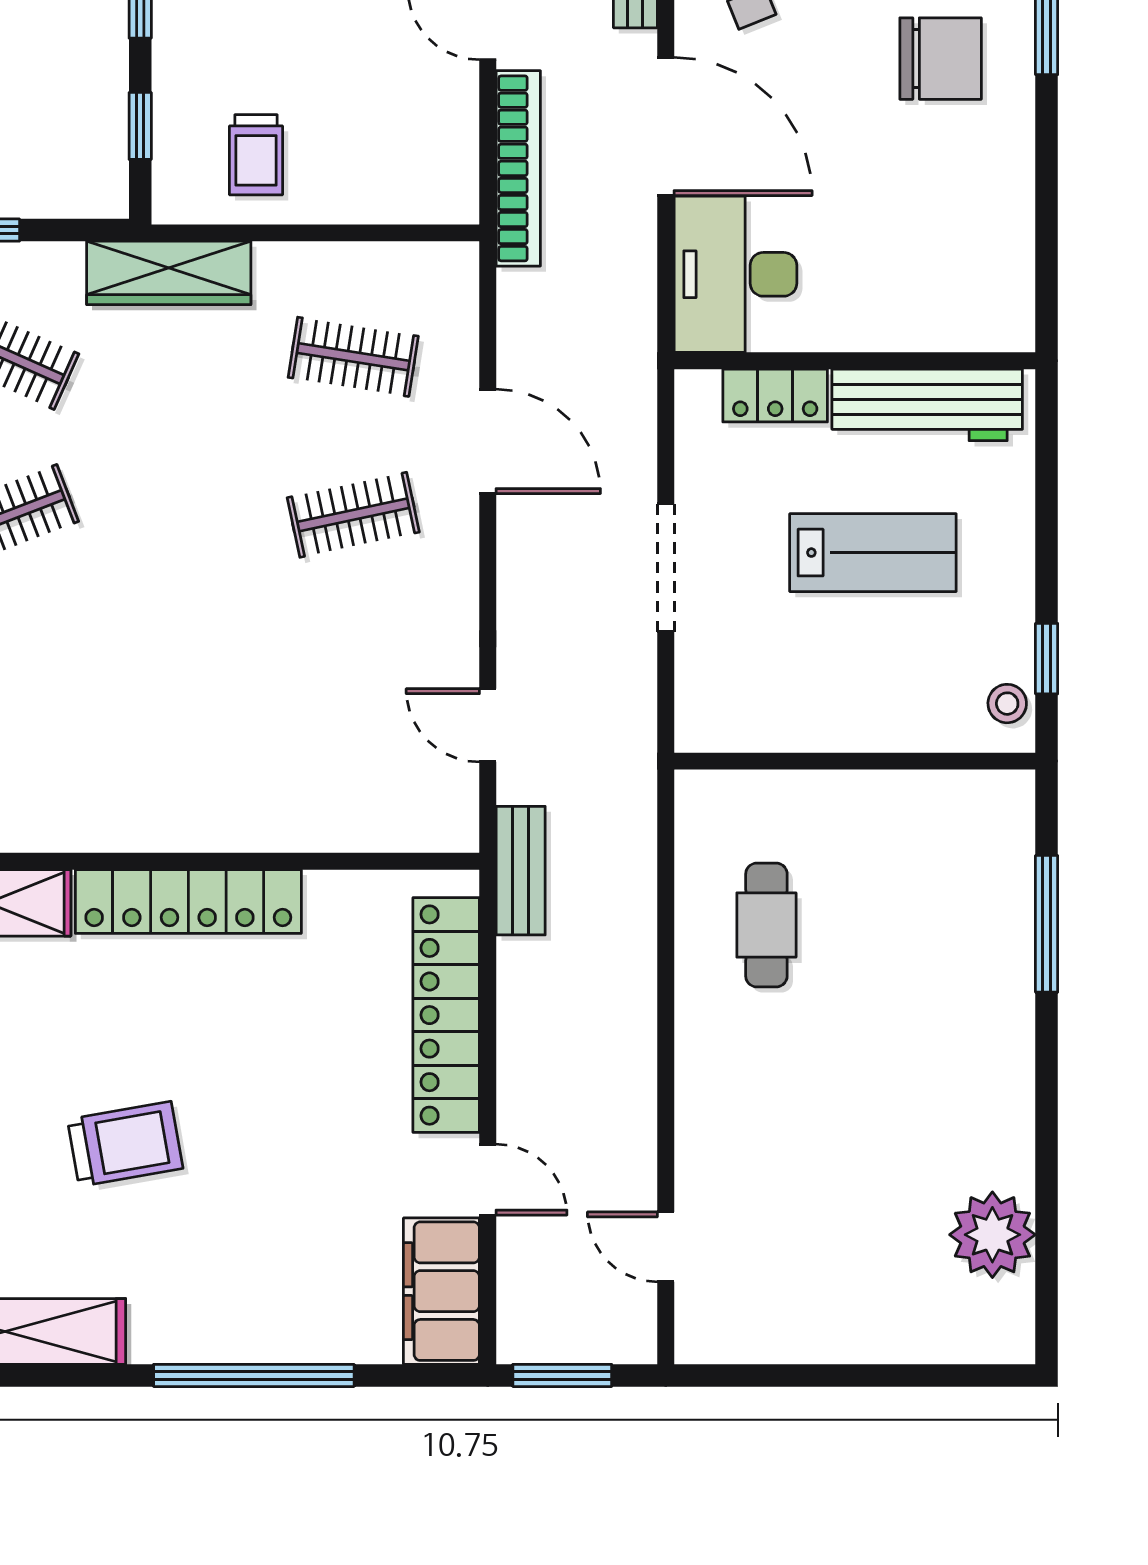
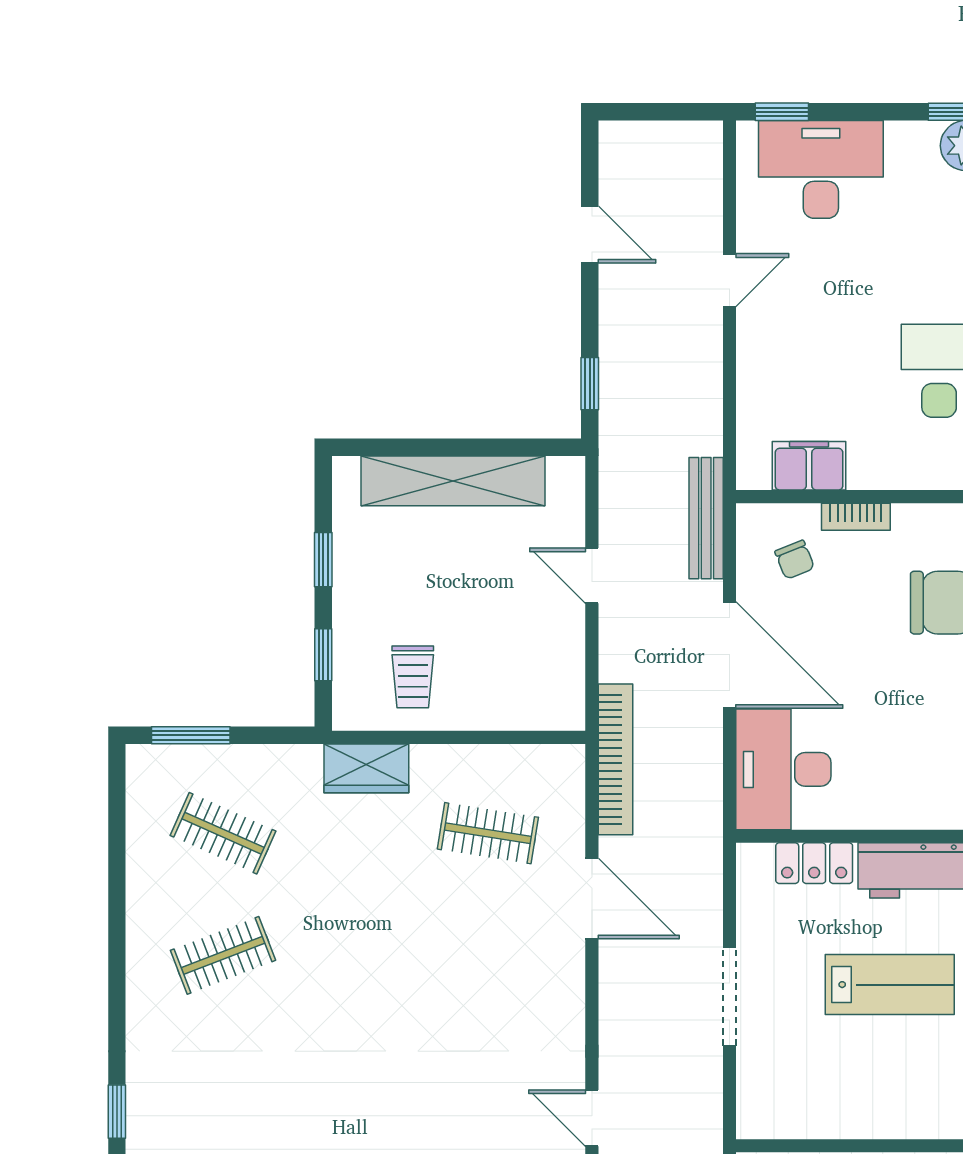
bookcase: (518, 168) -> (616, 759), moved
wardrobe: (169, 273) -> (366, 768), width x0.67
clothes rail: (353, 515) -> (488, 955), removed

